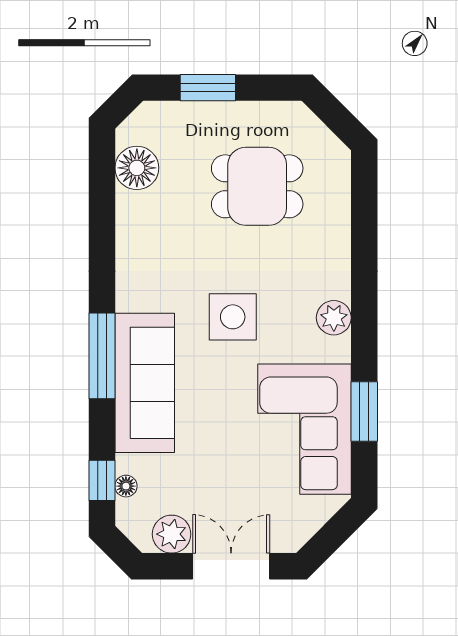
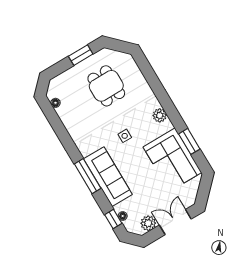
window: (208, 88) -> (81, 55), moved
floor lamp: (137, 168) -> (55, 103), width x0.53, depth x0.53
dining table: (257, 186) -> (106, 86), turned 90
side table: (233, 317) -> (125, 136), width x0.54, depth x0.54

